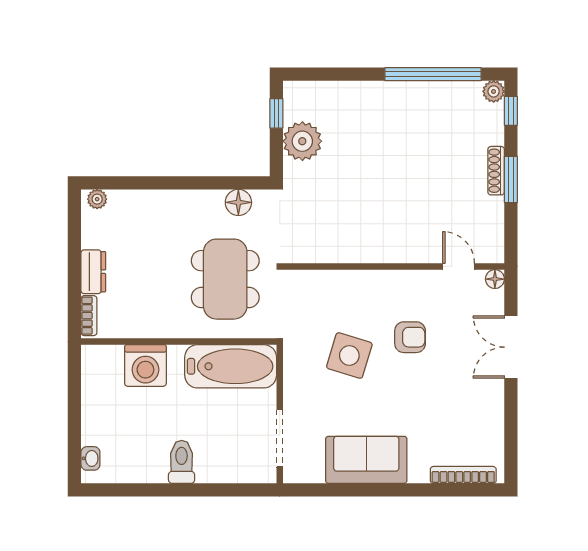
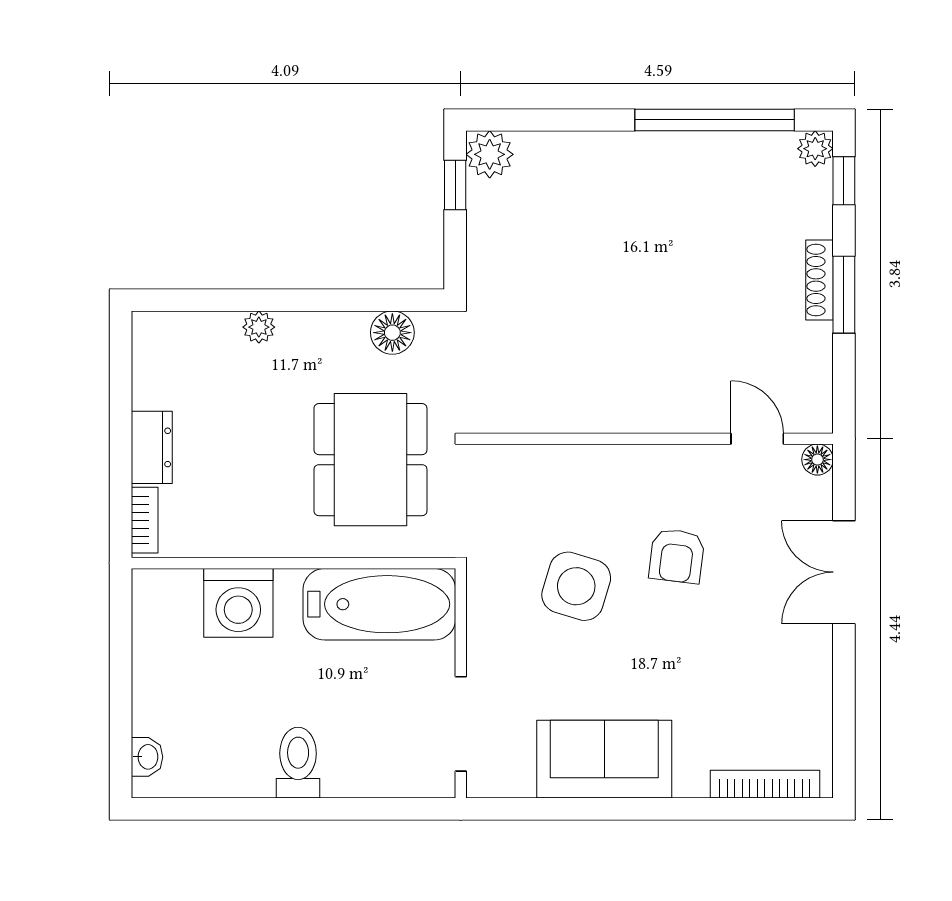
plant: (302, 141) -> (490, 154), moved, width x0.73, depth x0.73
plant: (97, 199) -> (259, 327), moved
armchair: (410, 337) -> (677, 556), turned 97

